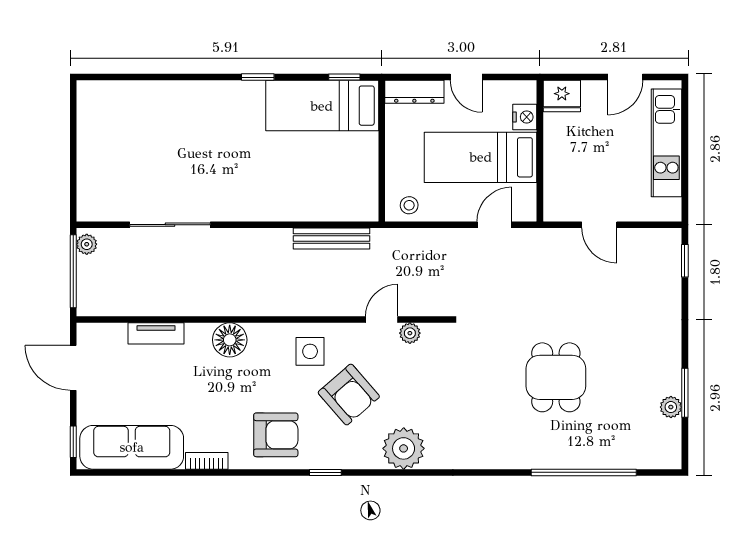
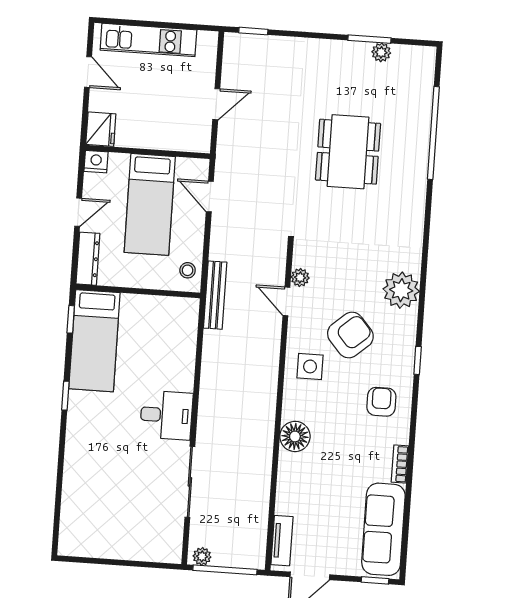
nightstand: (525, 117) -> (96, 162), moved
desk: (244, 193) -> (166, 415), added
bench: (332, 239) -> (215, 295), moved
tv unit: (156, 333) -> (282, 541), moved
dining table: (556, 377) -> (348, 152), width x1.38
armchair: (276, 435) -> (381, 402), width x0.72, depth x0.72

